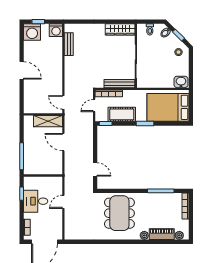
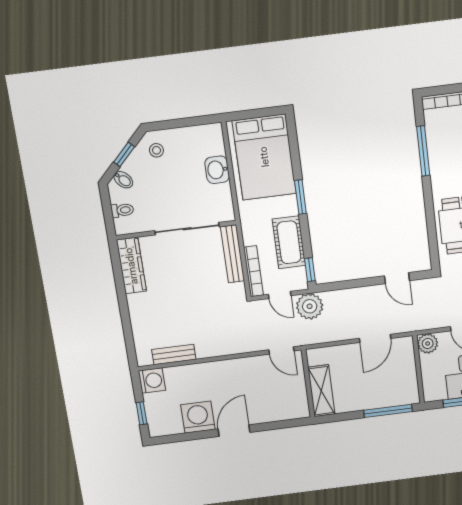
washing machine: (32, 32) -> (198, 417), moved, turned -90
washbasin: (181, 82) -> (217, 170), moved
door: (63, 102) -> (281, 350), hinge flipped
shelving: (48, 121) -> (321, 391), moved
plant: (86, 121) -> (310, 306), added
door: (63, 142) -> (375, 338), moved
door: (95, 169) -> (397, 278), swing flipped
plant: (57, 182) -> (428, 344), added

